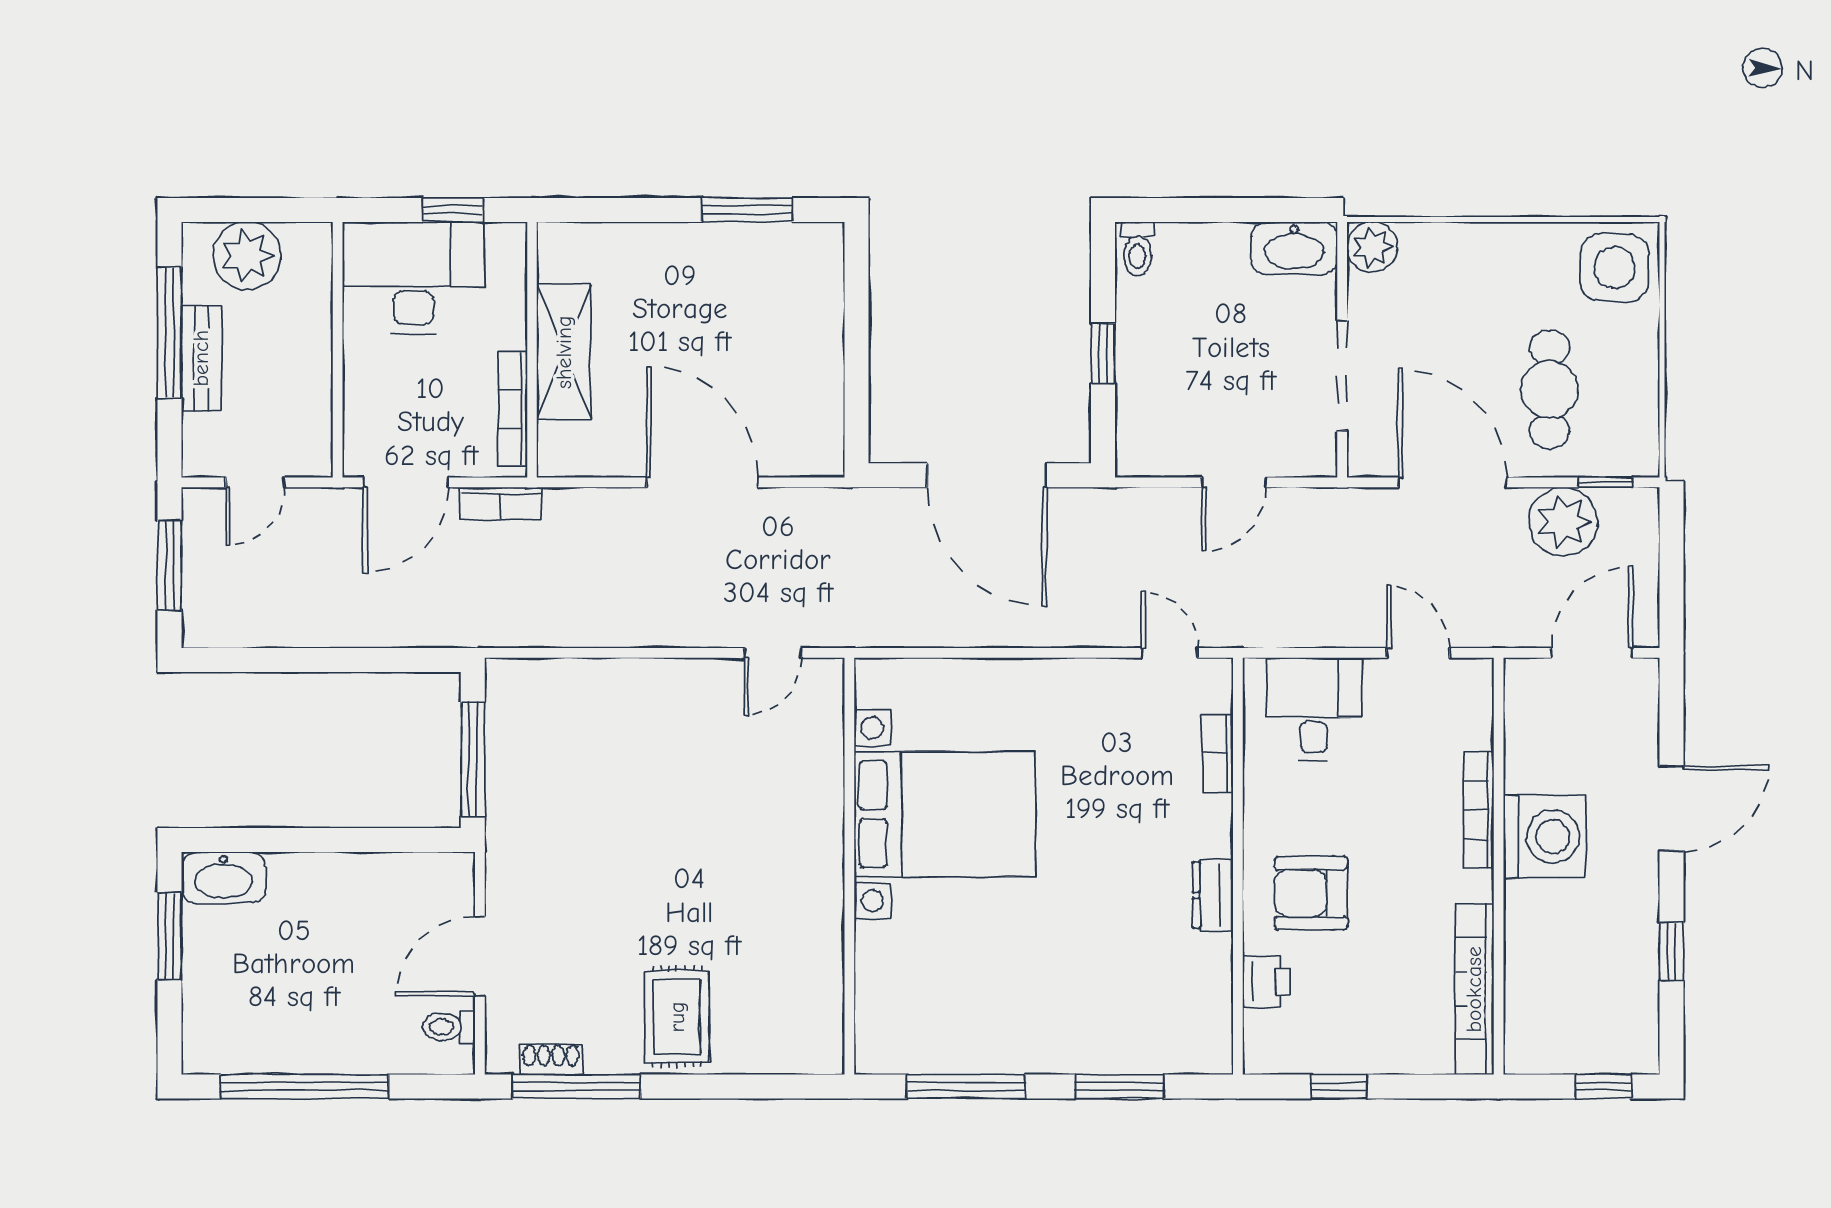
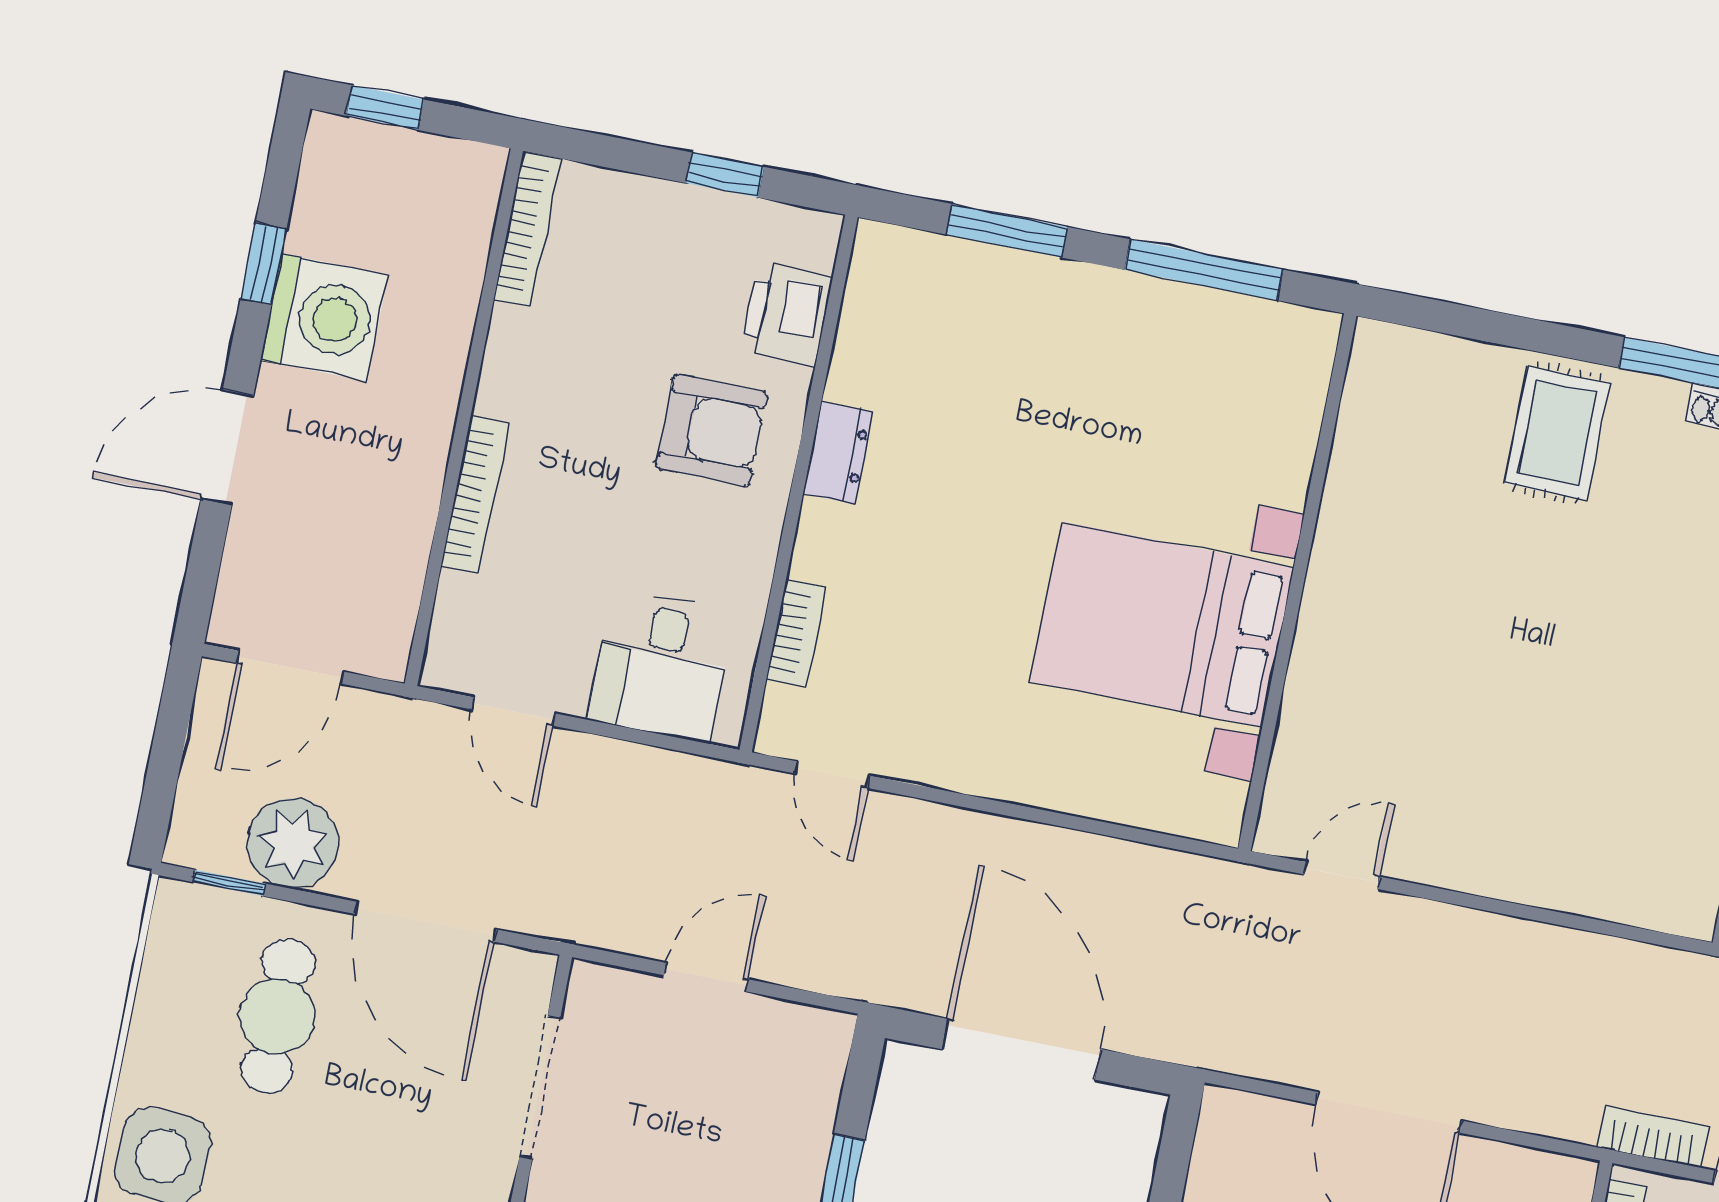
washing machine: (1545, 837) -> (324, 317), moved, turned 180
printer: (1266, 982) -> (787, 315), width x1.36, depth x1.24
bookcase: (1474, 989) -> (527, 229), width x0.68, depth x0.76

